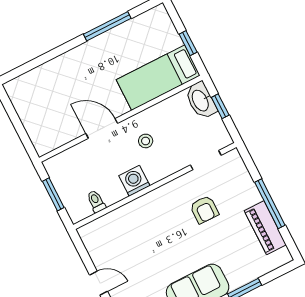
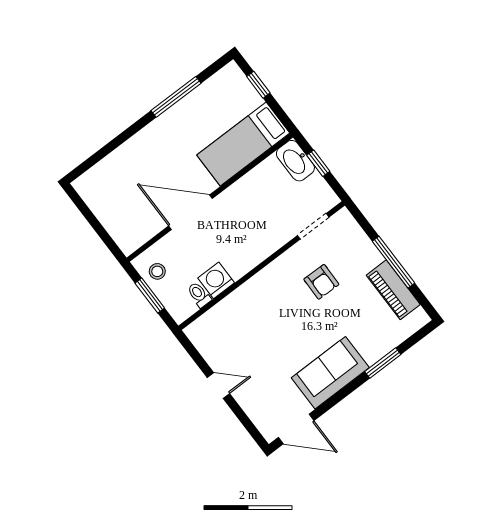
window: (188, 43) -> (258, 85), moved
door: (102, 128) -> (190, 212), width x1.36
stool: (146, 141) -> (157, 271), moved
washing machine: (134, 181) -> (216, 280), moved

